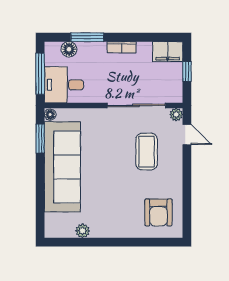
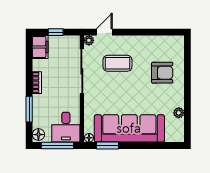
floor lamp: (69, 49) -> (38, 135), moved
armchair: (158, 212) -> (162, 73), moved

